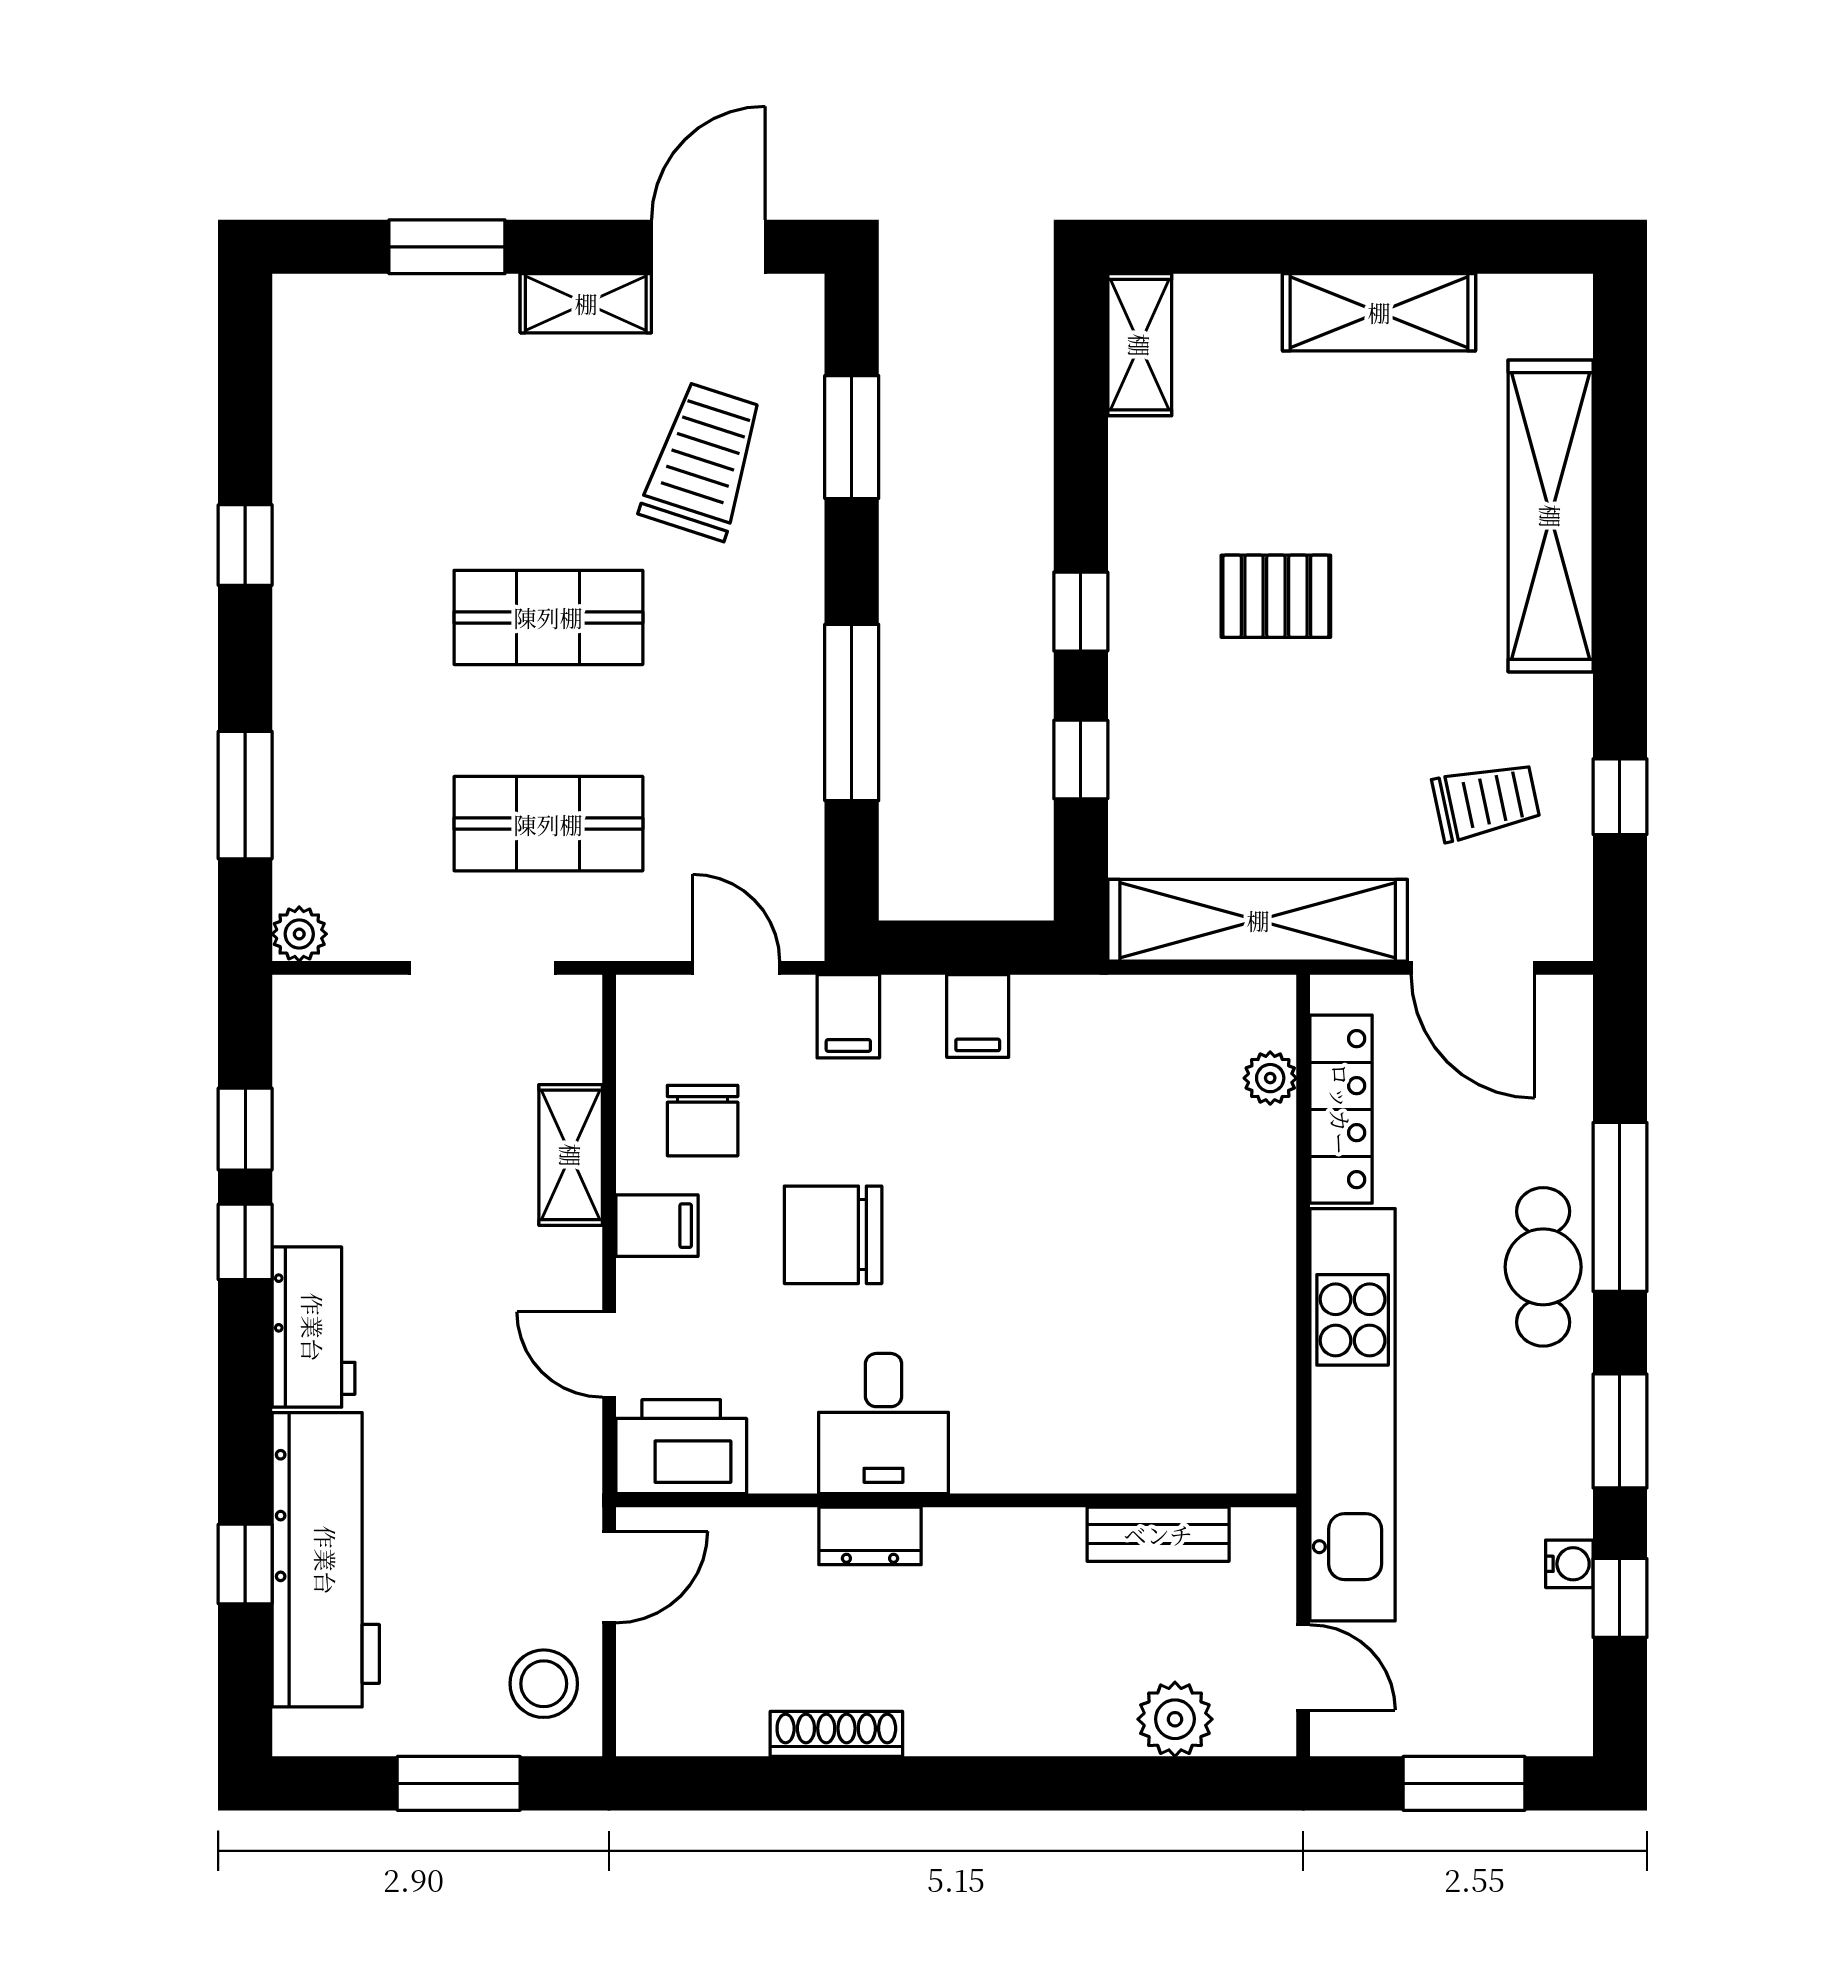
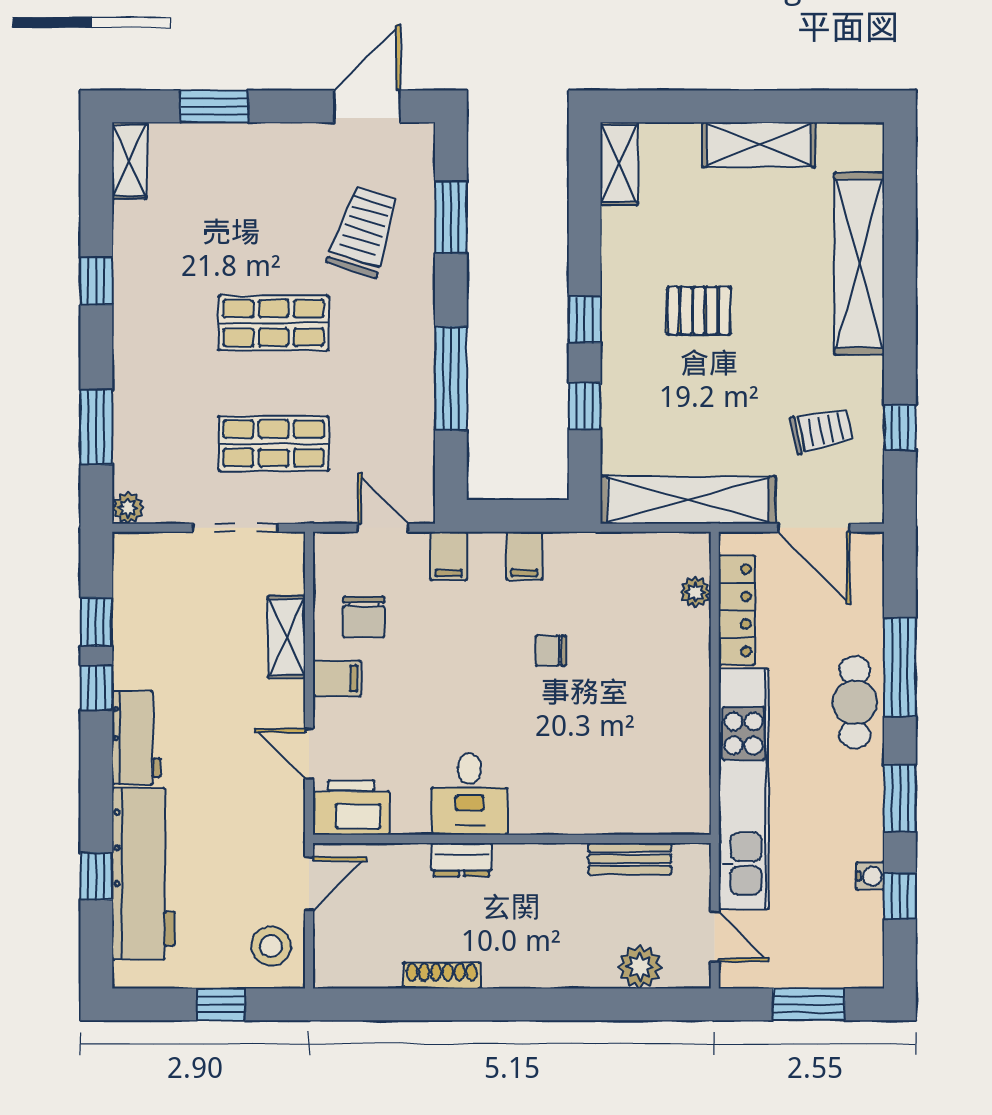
shelving: (586, 303) -> (129, 160), moved, turned 90
chair: (833, 1235) -> (551, 651), moved, width x0.54, depth x0.54
window: (459, 1783) -> (221, 1004), width x0.67

